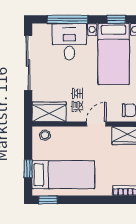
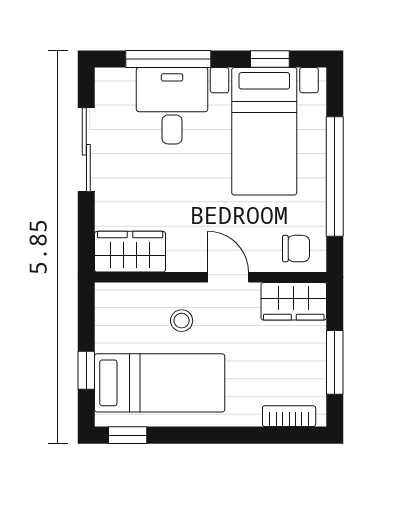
sliding door: (28, 63) -> (86, 150), width x0.73
door: (96, 124) -> (228, 277), hinge flipped
stool: (45, 135) -> (182, 321), moved

